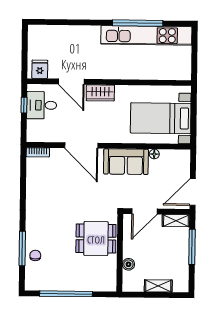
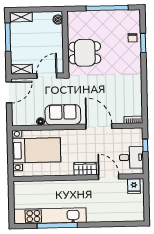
window: (24, 105) -> (145, 145), moved
window: (192, 247) -> (8, 37), moved
window: (22, 248) -> (143, 43), width x0.69
boiler: (128, 264) -> (58, 20), moved
shelving: (158, 286) -> (21, 17), moved

